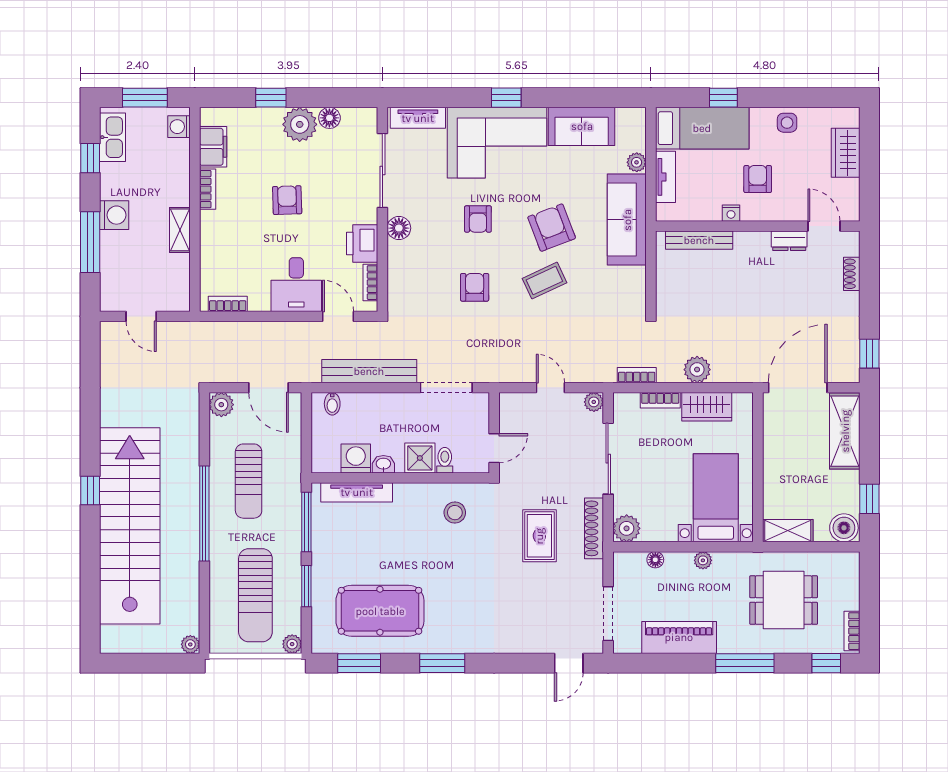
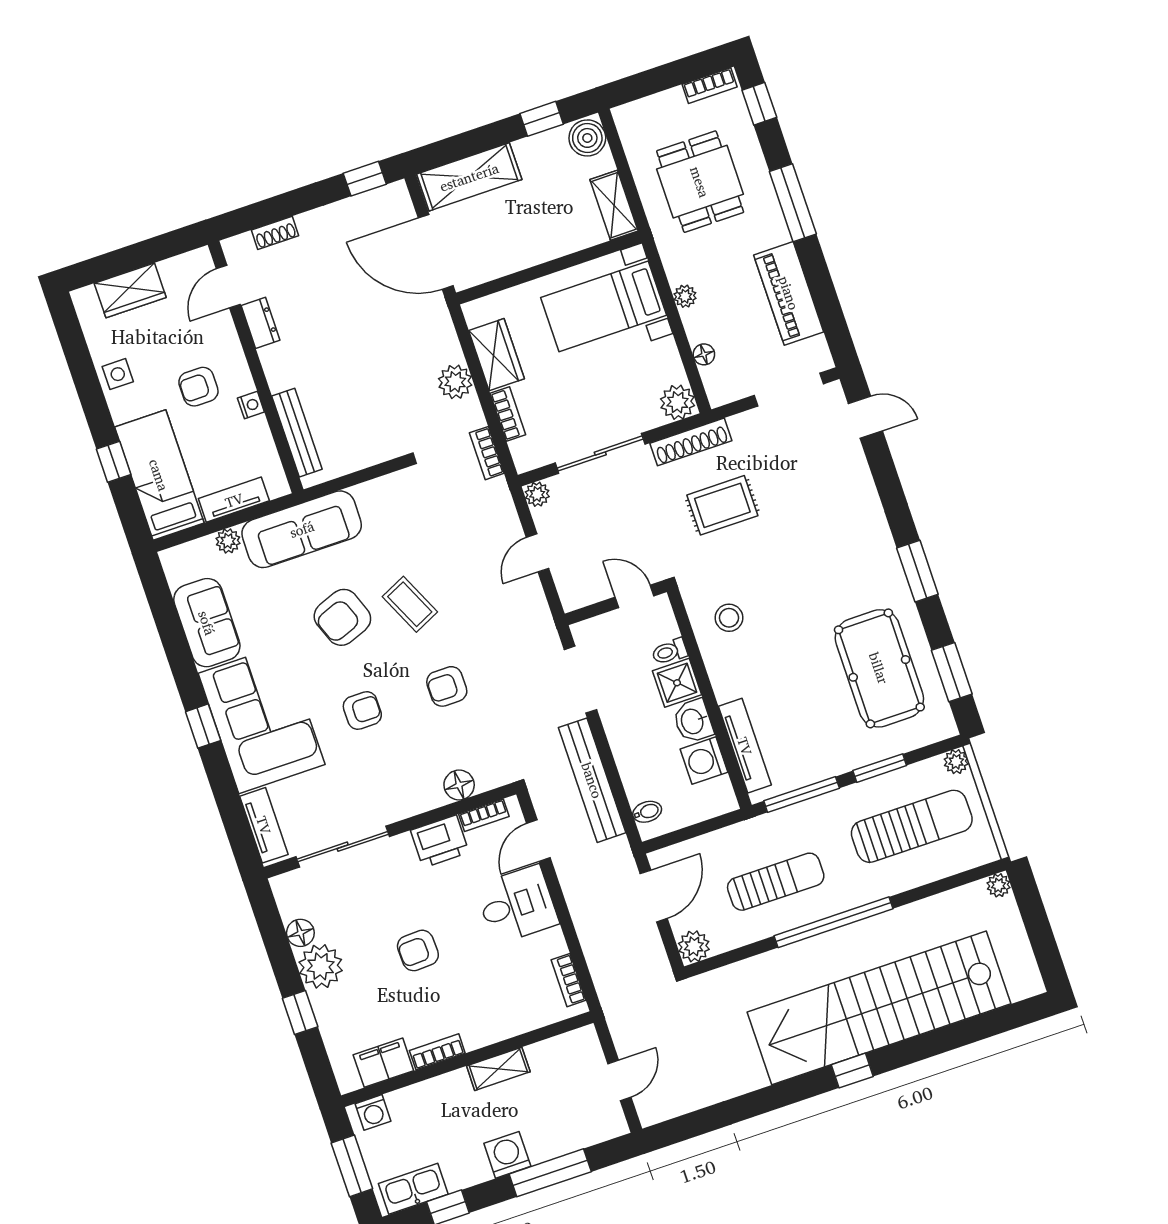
floor lamp: (399, 228) -> (459, 785), moved
washbasin: (383, 464) -> (693, 721), width x1.38, depth x1.45

